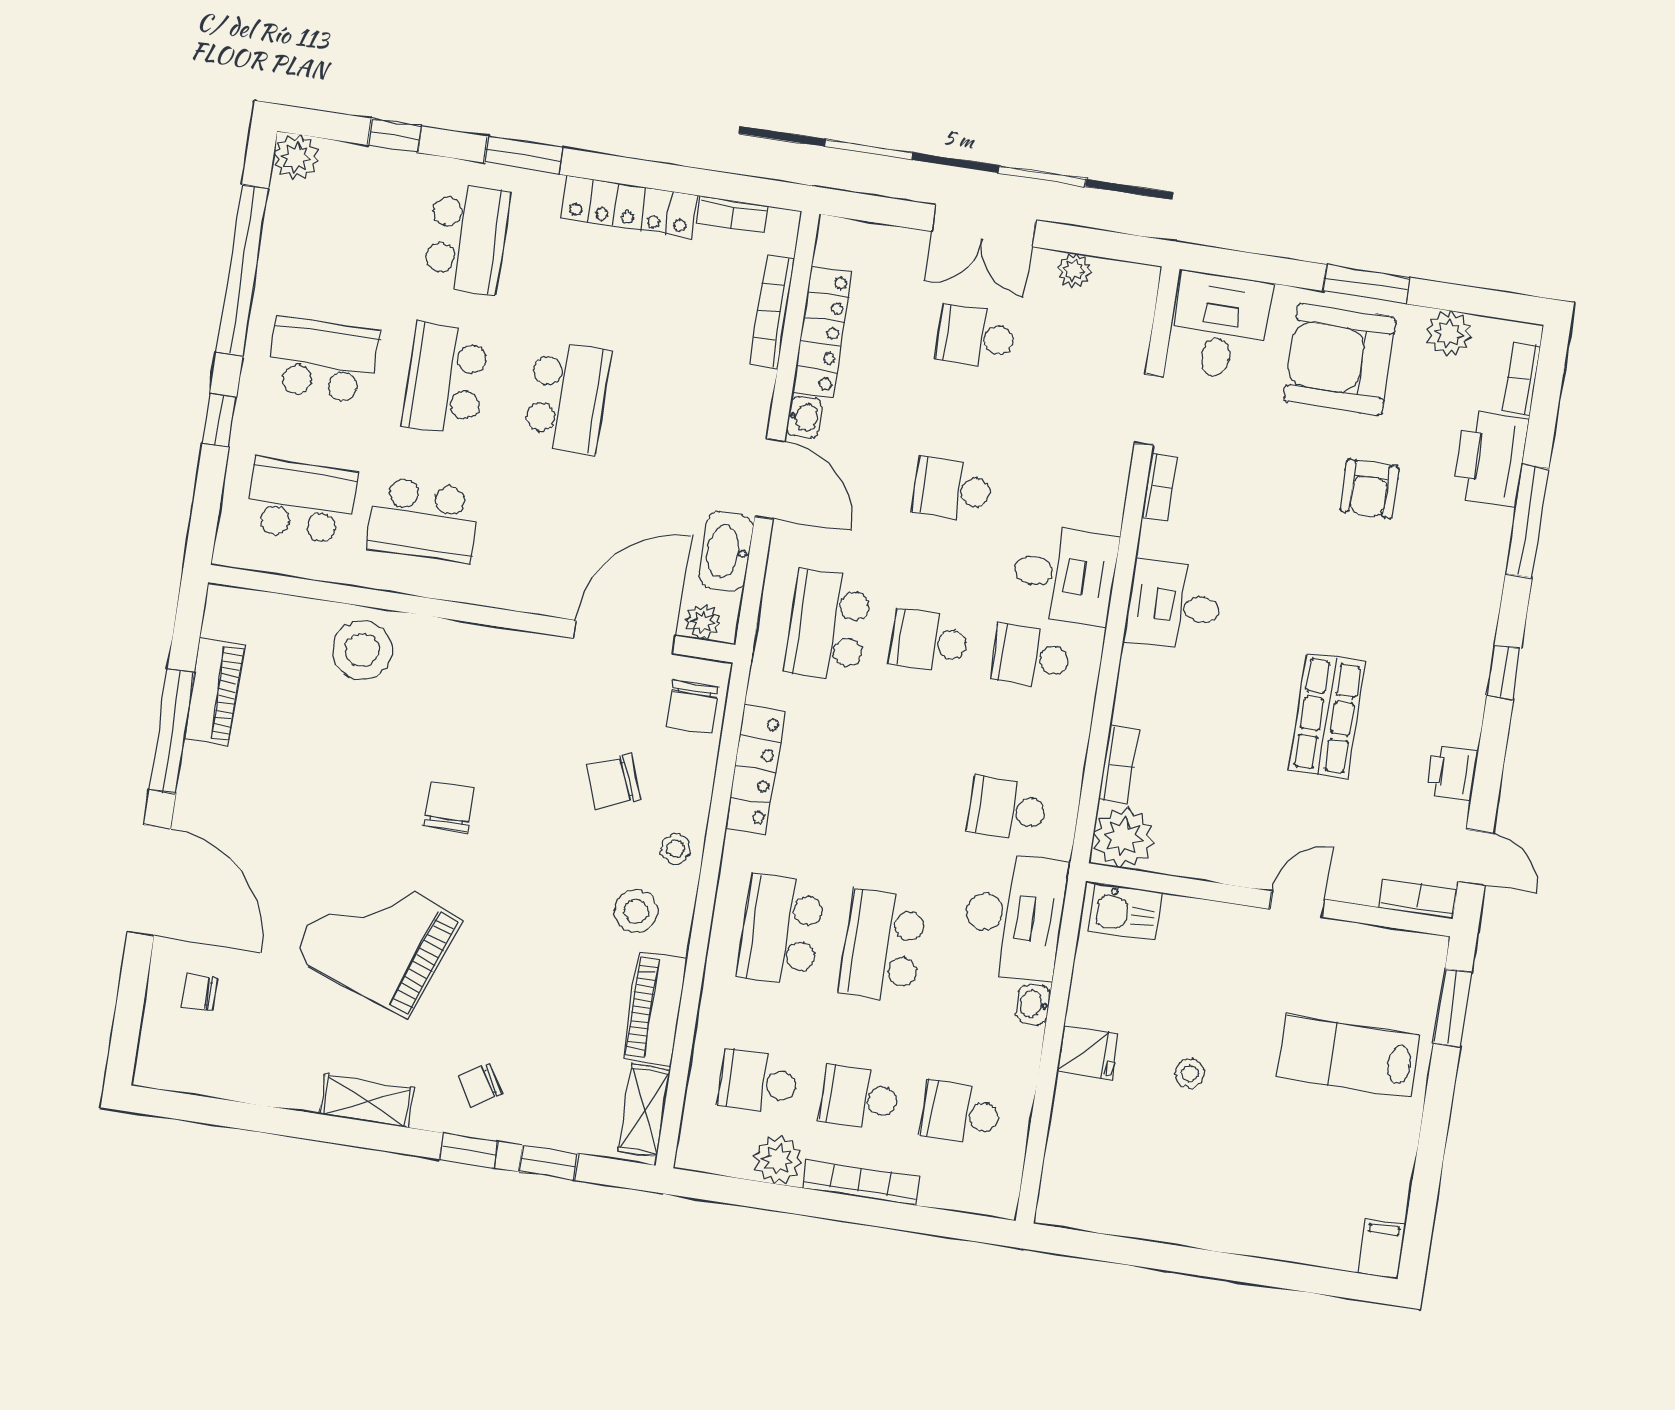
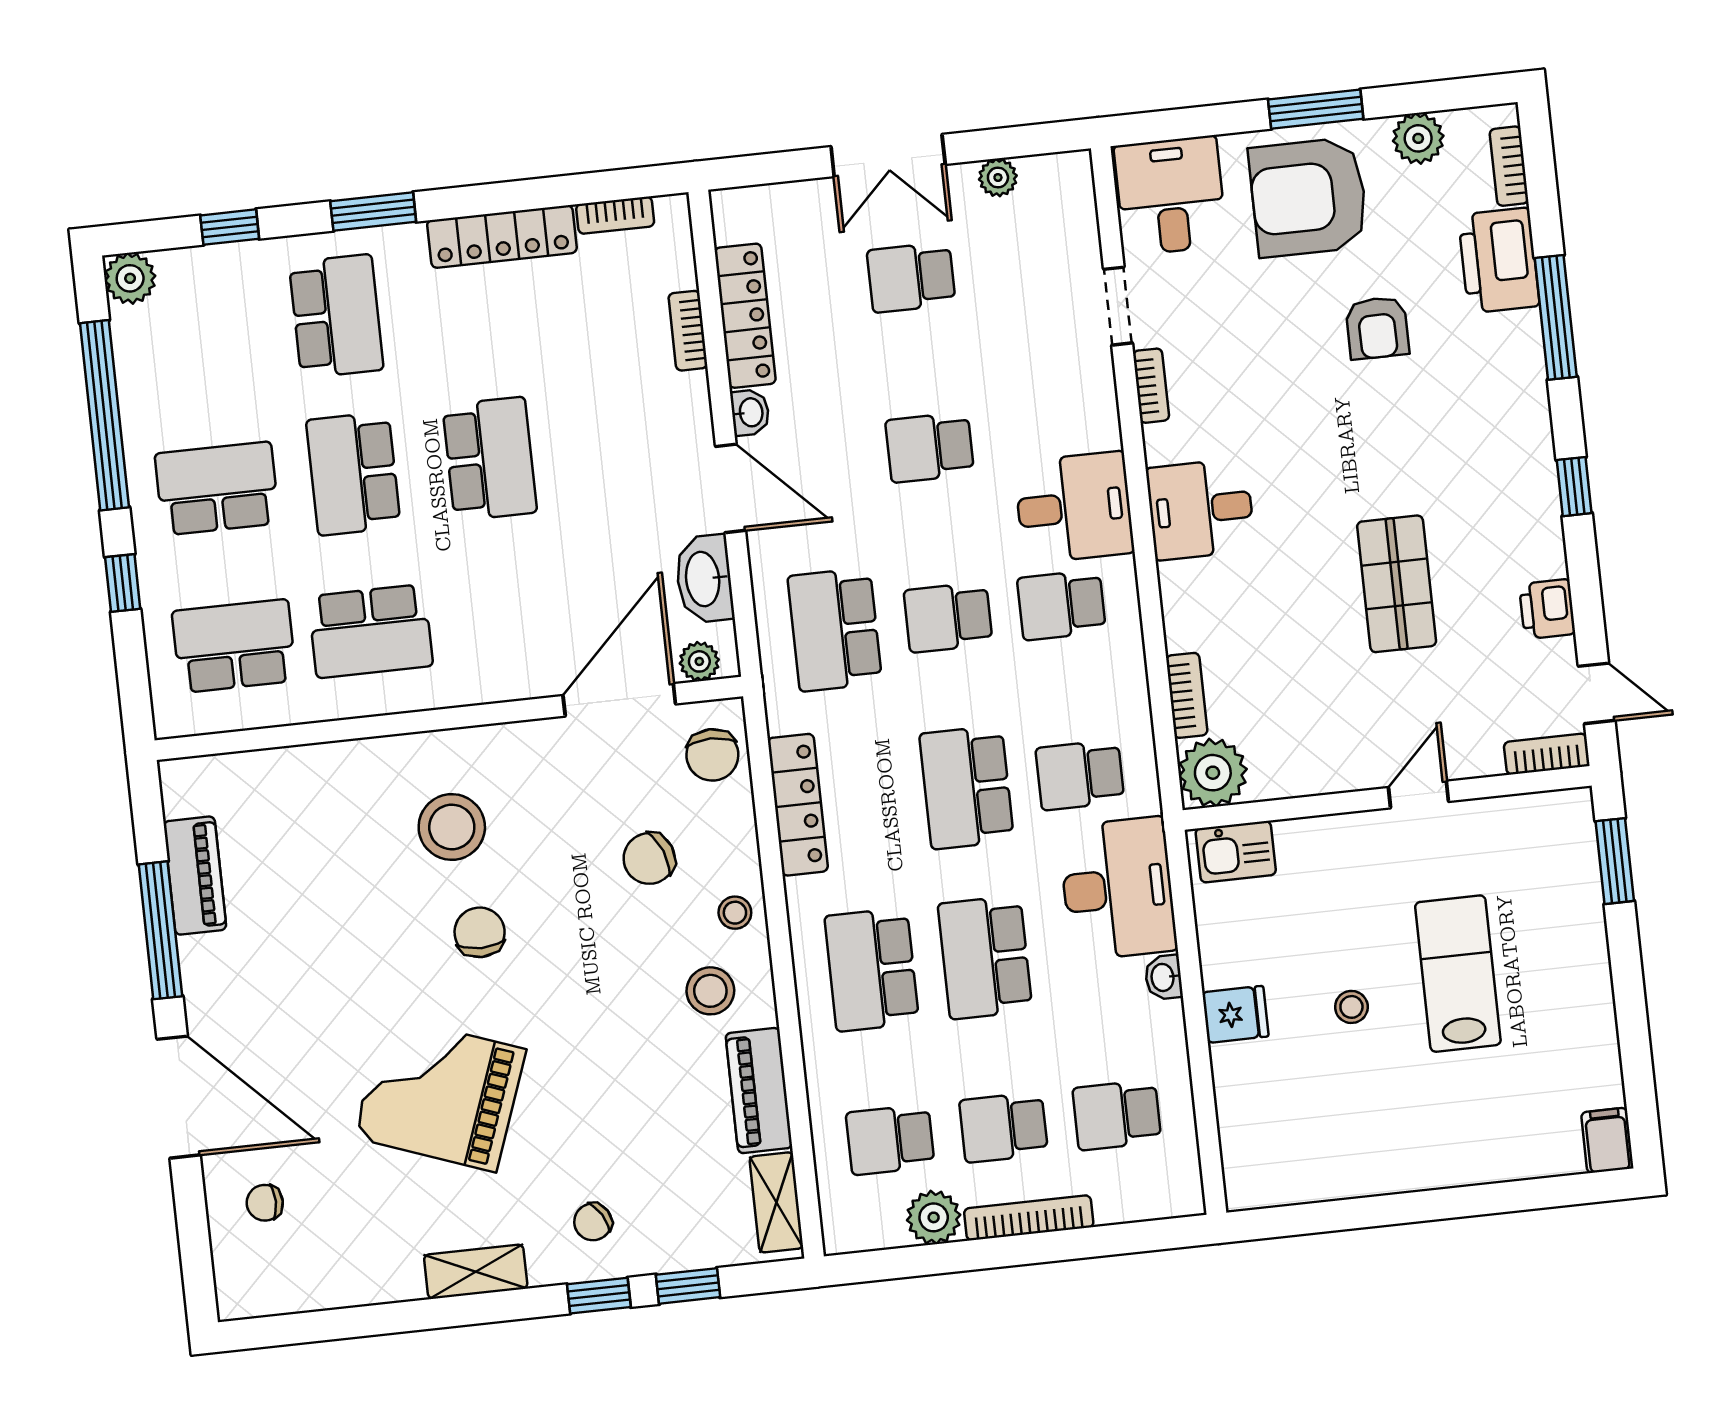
bookcase: (772, 312) -> (688, 331), width x0.64
stool: (362, 650) -> (452, 827), moved
school desk: (906, 793) -> (967, 787), added
lab bench: (1348, 1056) -> (1458, 974), moved, turned 90

